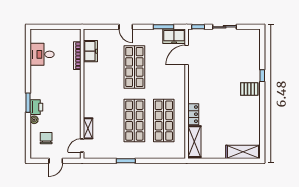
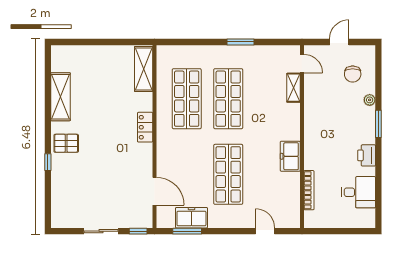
door: (126, 27) -> (265, 231), moved
freezer: (174, 36) -> (191, 218), moved
freezer: (90, 51) -> (290, 156), moved
door: (187, 55) -> (154, 191), hinge flipped
printer: (36, 107) -> (367, 155), moved
locker: (193, 114) -> (145, 127), moved
door: (82, 145) -> (302, 64), hinge flipped
shelving: (243, 152) -> (61, 97), moved, turned 90

